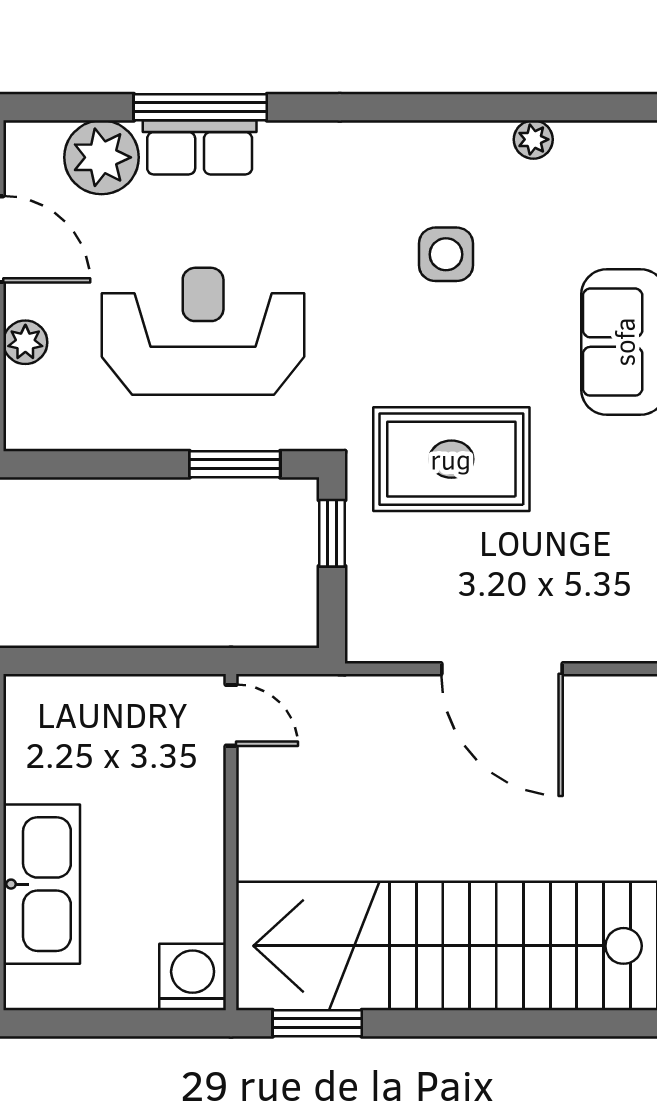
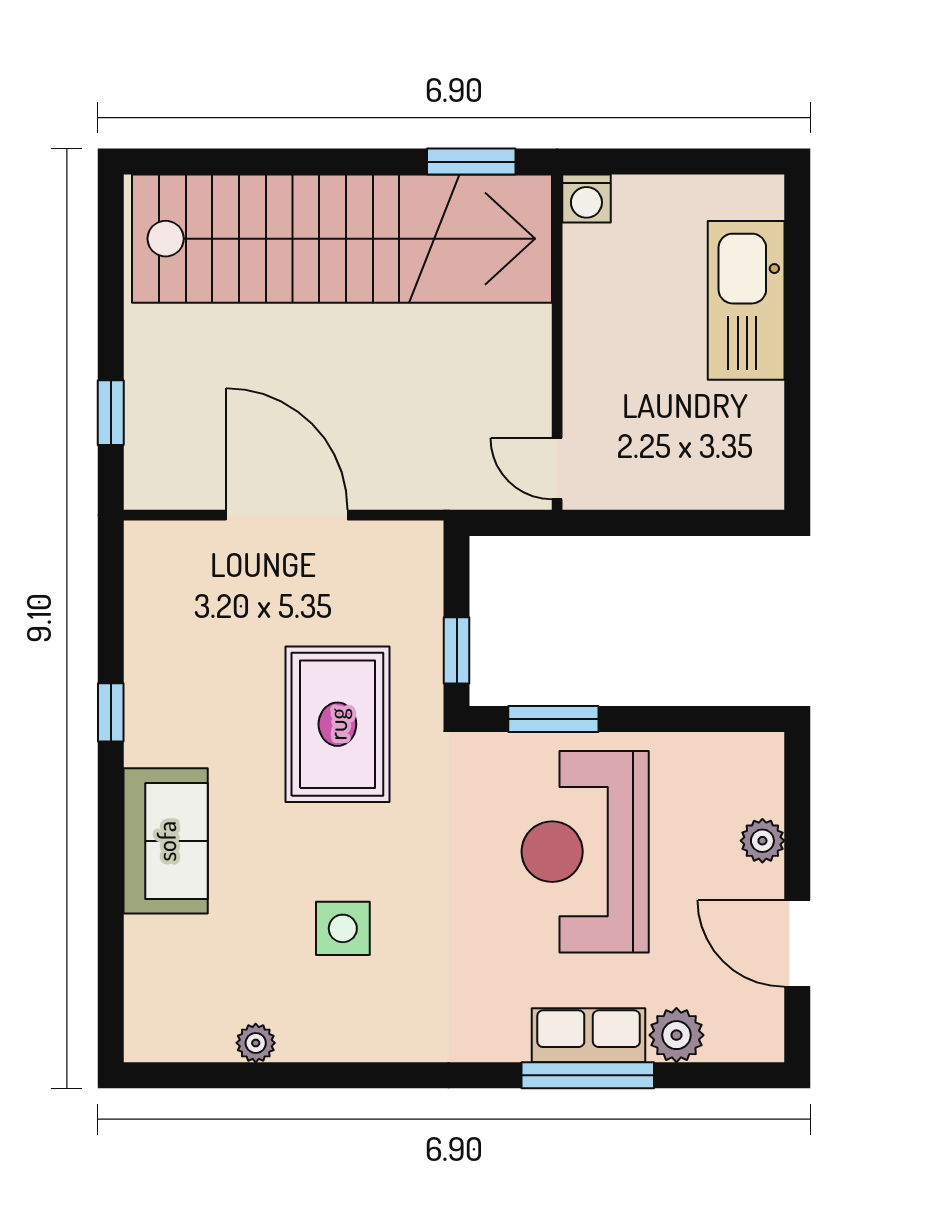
plant: (102, 157) -> (676, 1035), width x0.73, depth x0.73
reception desk: (203, 331) -> (585, 852), turned 90
rug: (451, 459) -> (337, 724), turned 90
washing machine: (193, 977) -> (586, 199), width x0.73, depth x0.73

